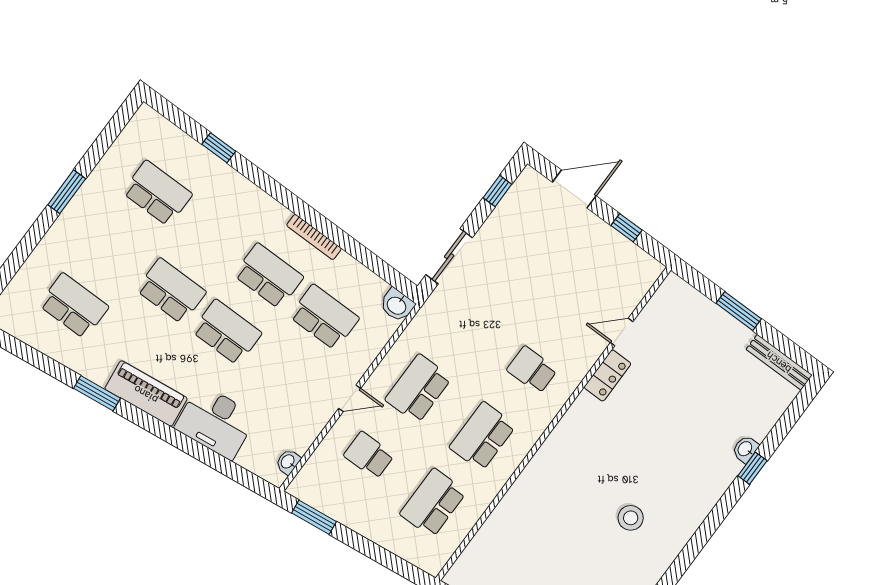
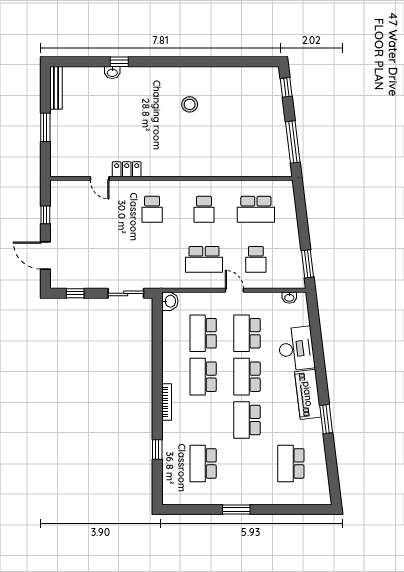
bookcase: (314, 237) -> (167, 402), moved
school desk: (282, 373) -> (247, 333), added
school desk: (483, 436) -> (204, 209), width x0.54

